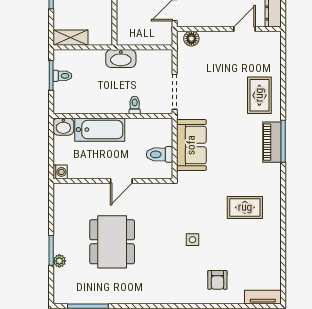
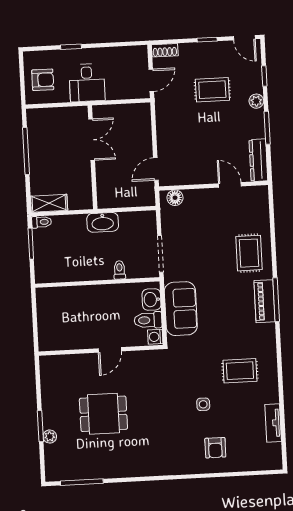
door: (245, 29) -> (230, 185), hinge flipped
toilet: (62, 76) -> (42, 222), moved
washbasin: (63, 127) -> (152, 300), moved, turned 90
bathtub: (100, 130) -> (85, 297), removed
washing machine: (60, 172) -> (155, 337), moved, turned 180
side table: (192, 240) -> (203, 404), moved
dining table: (112, 242) -> (103, 414), width x0.73
tv unit: (263, 297) -> (273, 423), moved, turned -90

